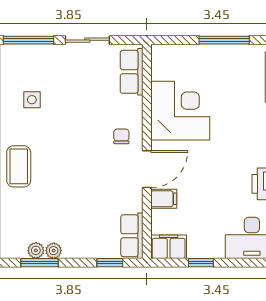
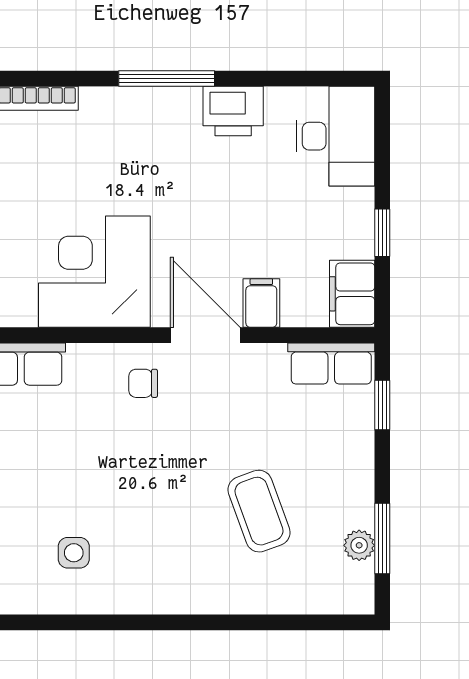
coffee table: (19, 166) -> (259, 511), moved, turned 70
plant: (54, 251) -> (360, 512), removed

